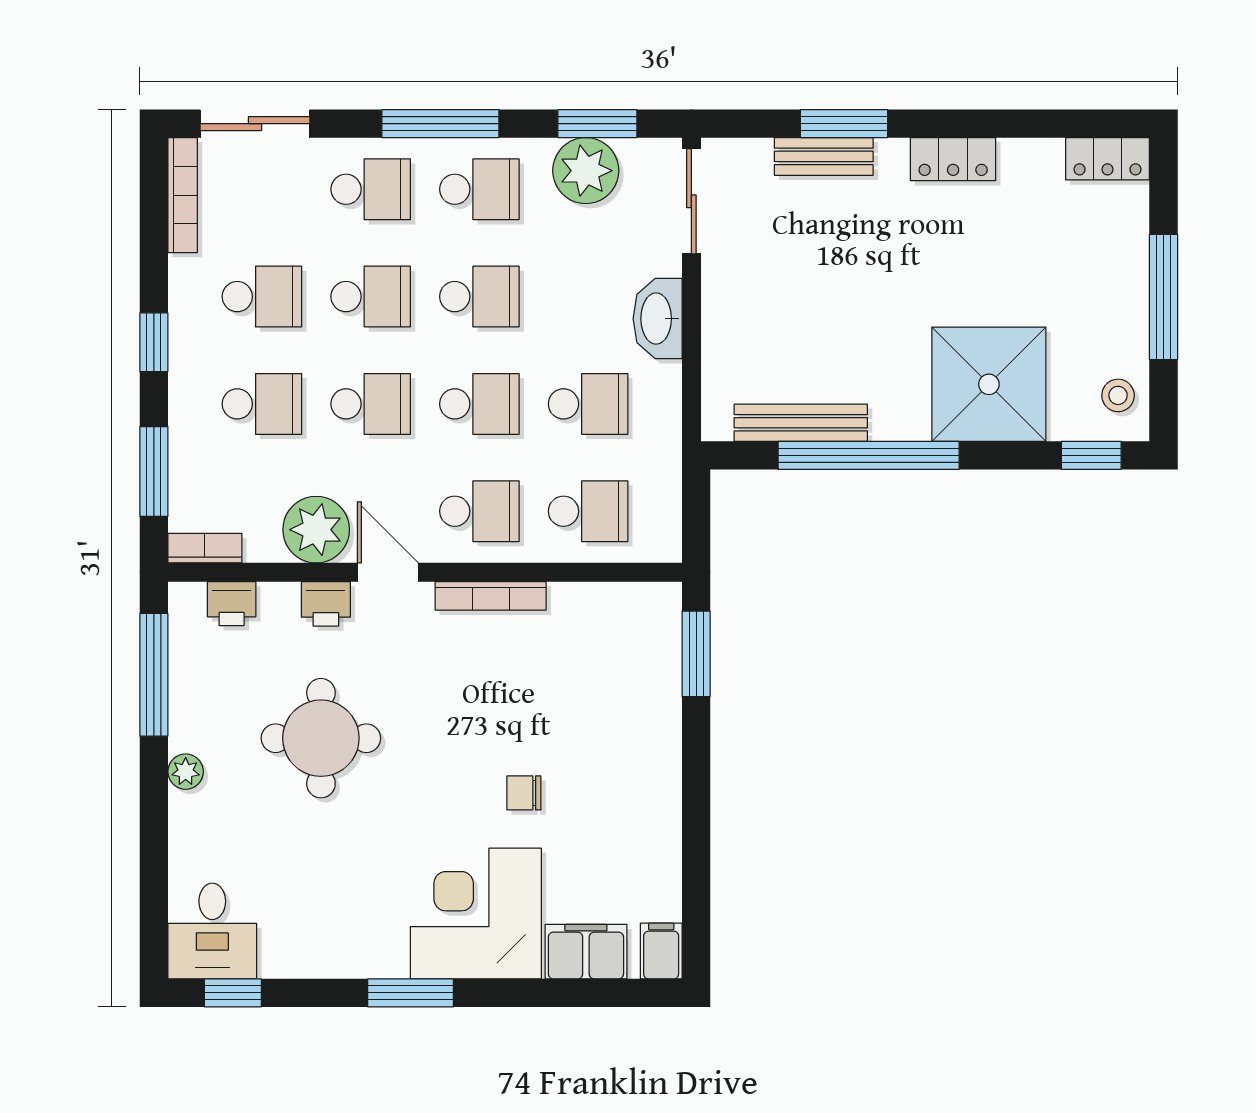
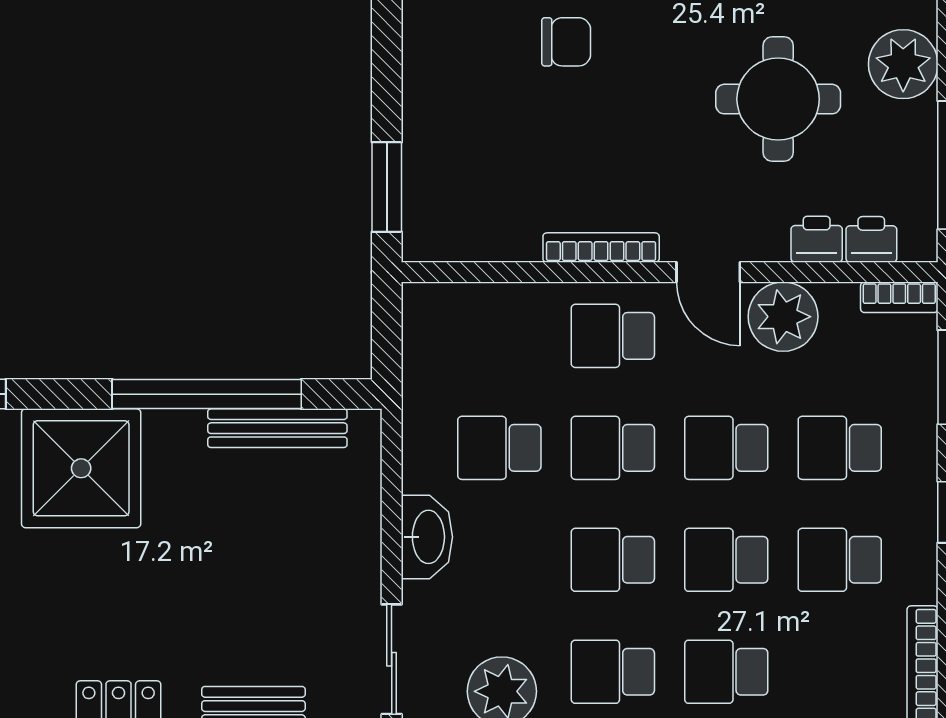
school desk: (588, 511) -> (499, 336), removed
printer: (326, 604) -> (817, 239), moved
plant: (186, 772) -> (903, 64), width x1.88, depth x1.88
chair: (524, 793) -> (566, 42), width x1.37, depth x1.37

